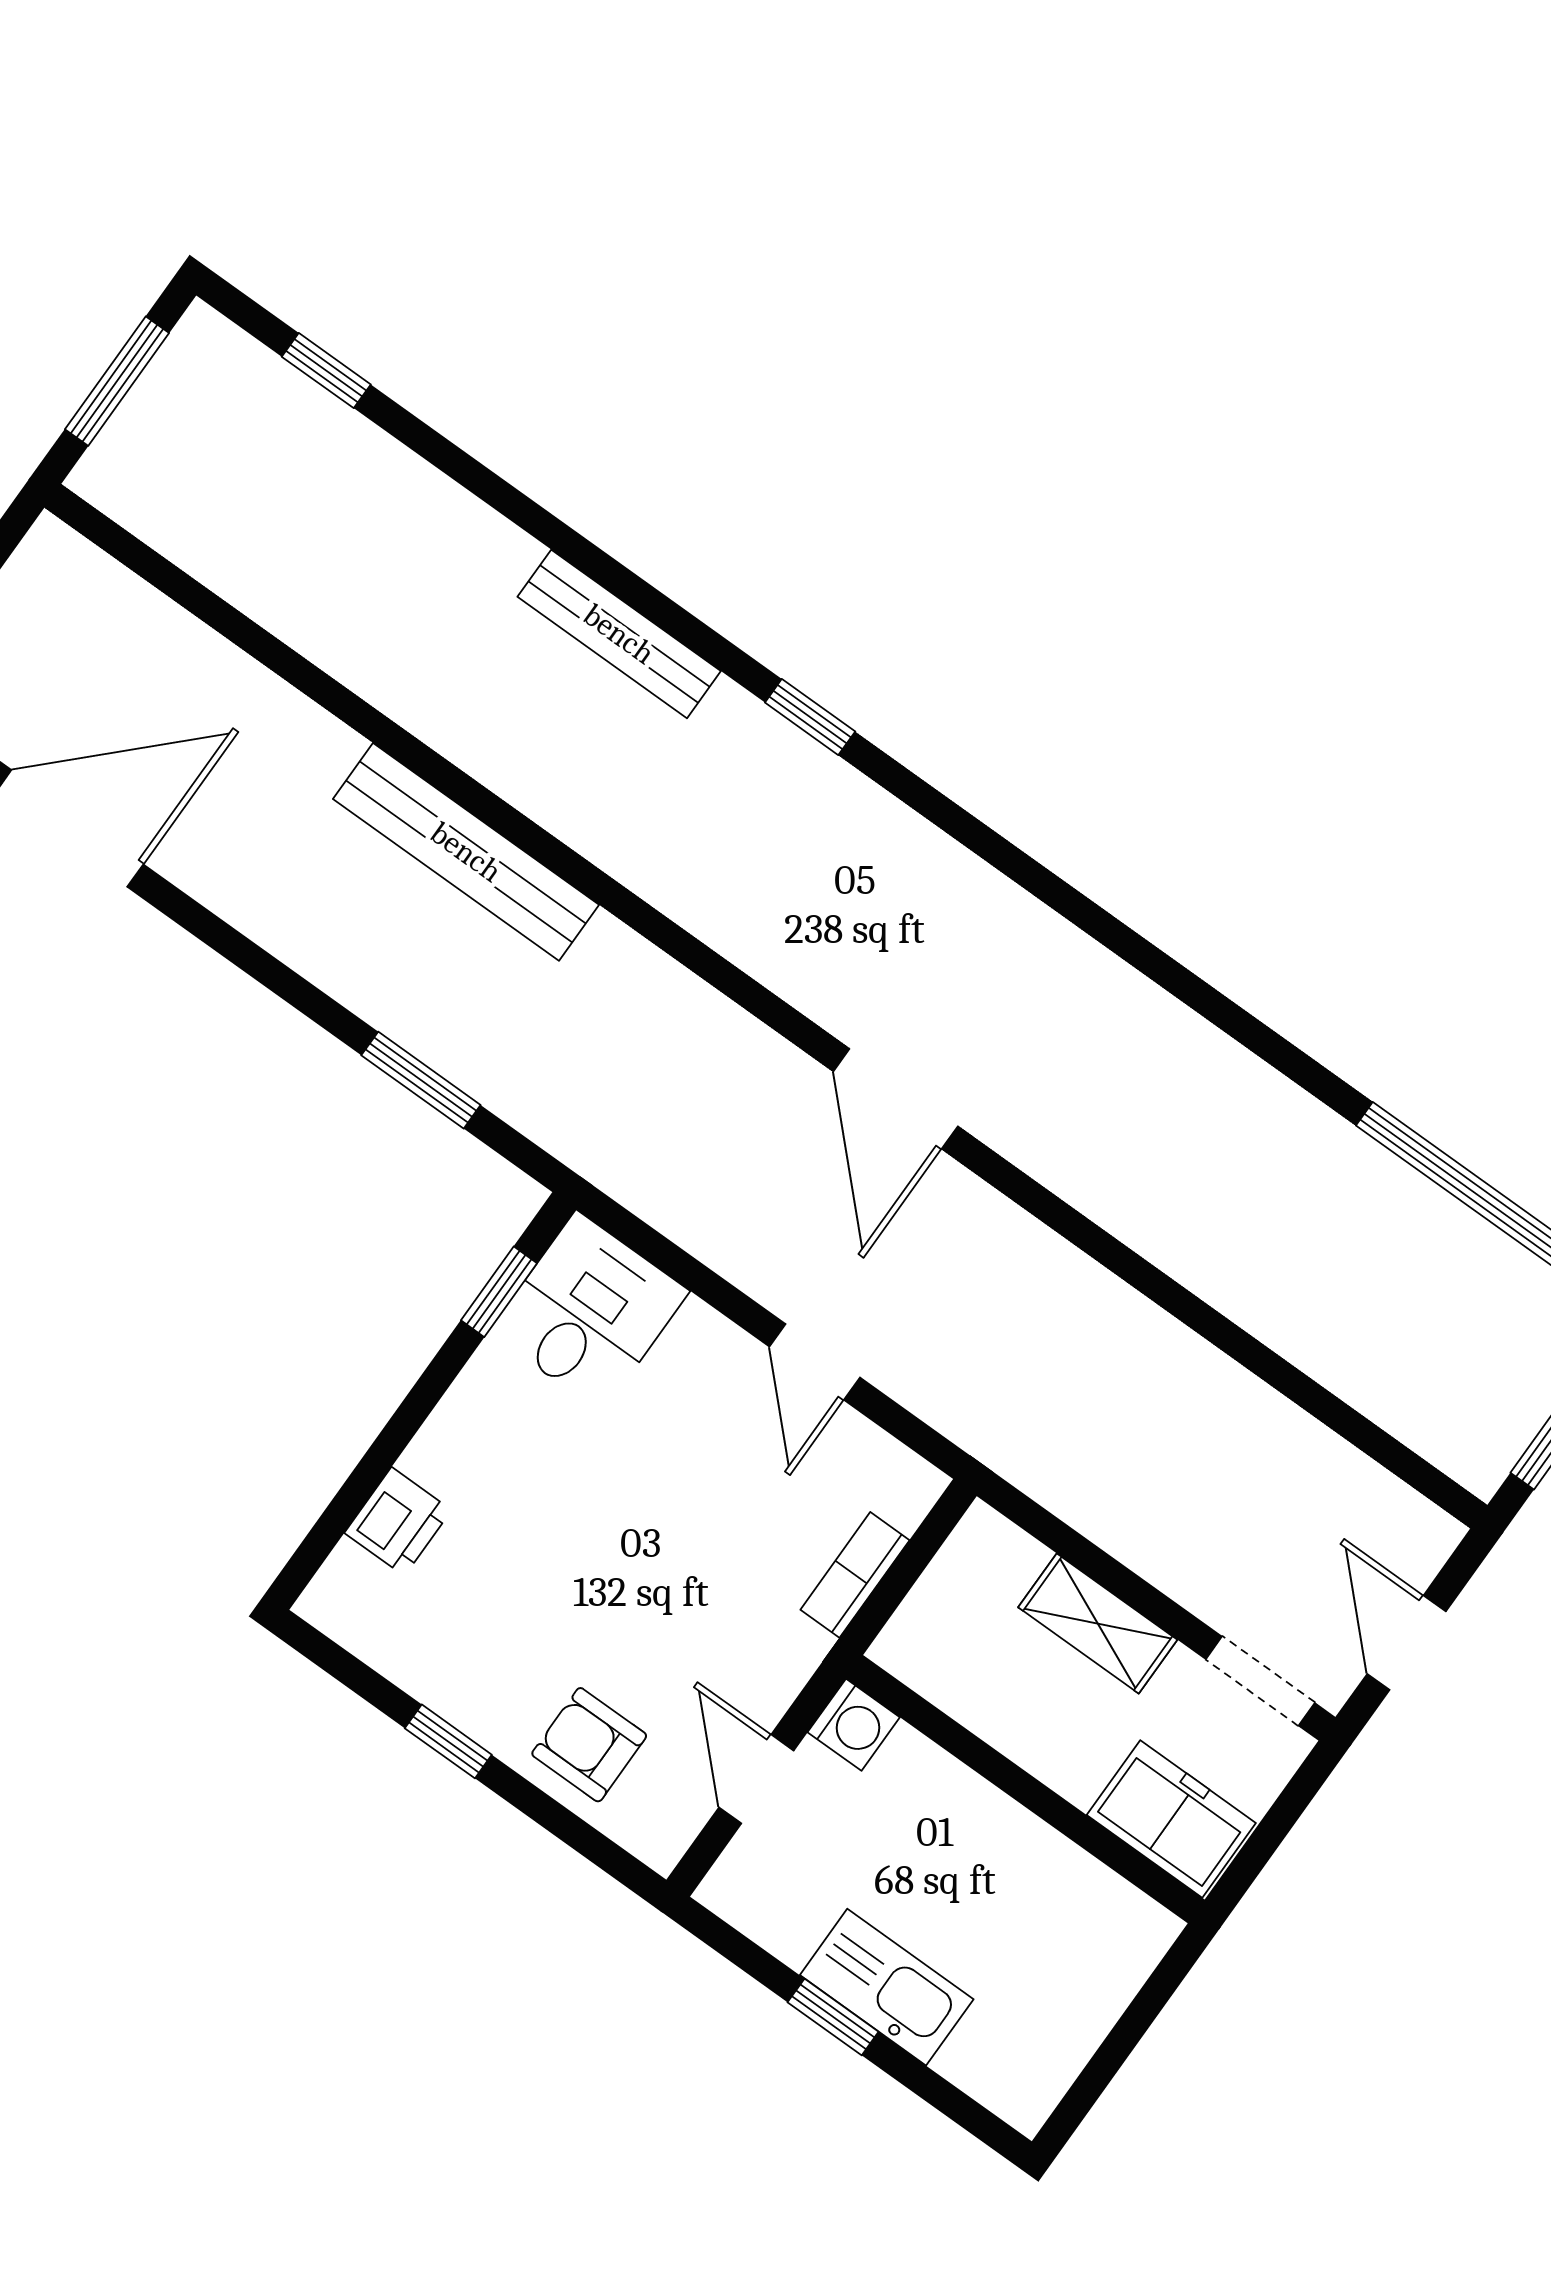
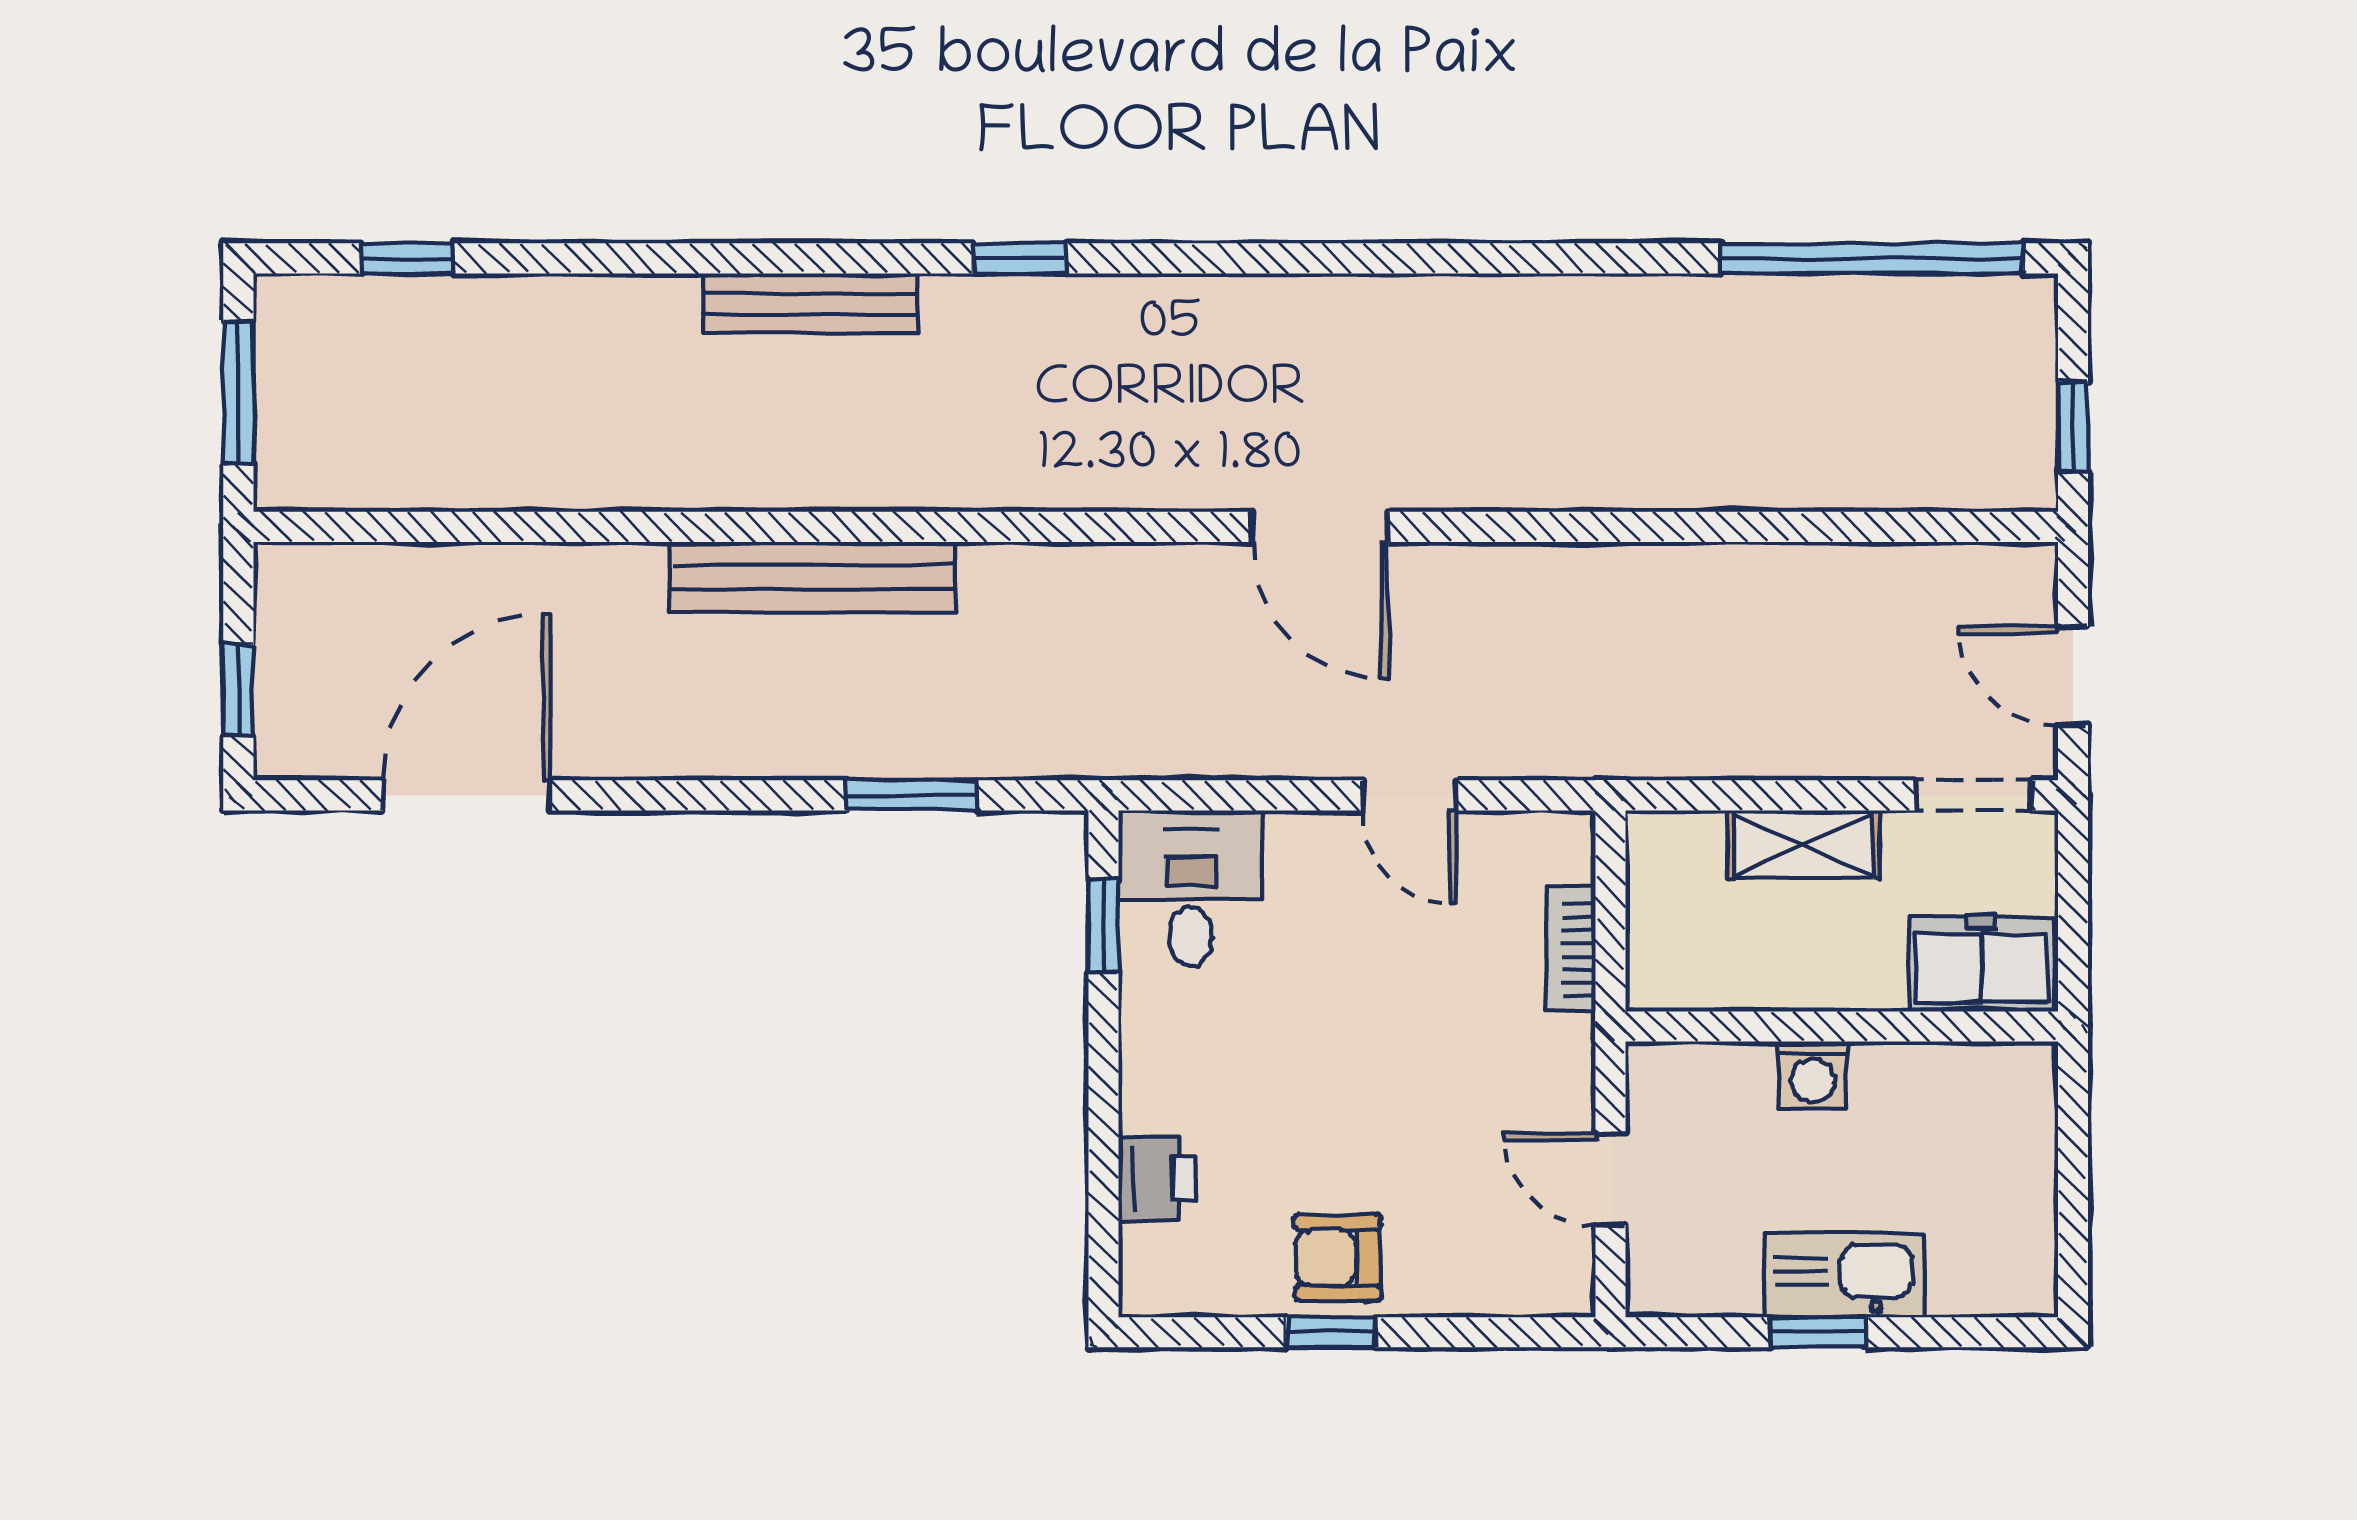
washing machine: (854, 1725) -> (1813, 1076), moved, turned 90
armchair: (589, 1745) -> (1338, 1258), moved

